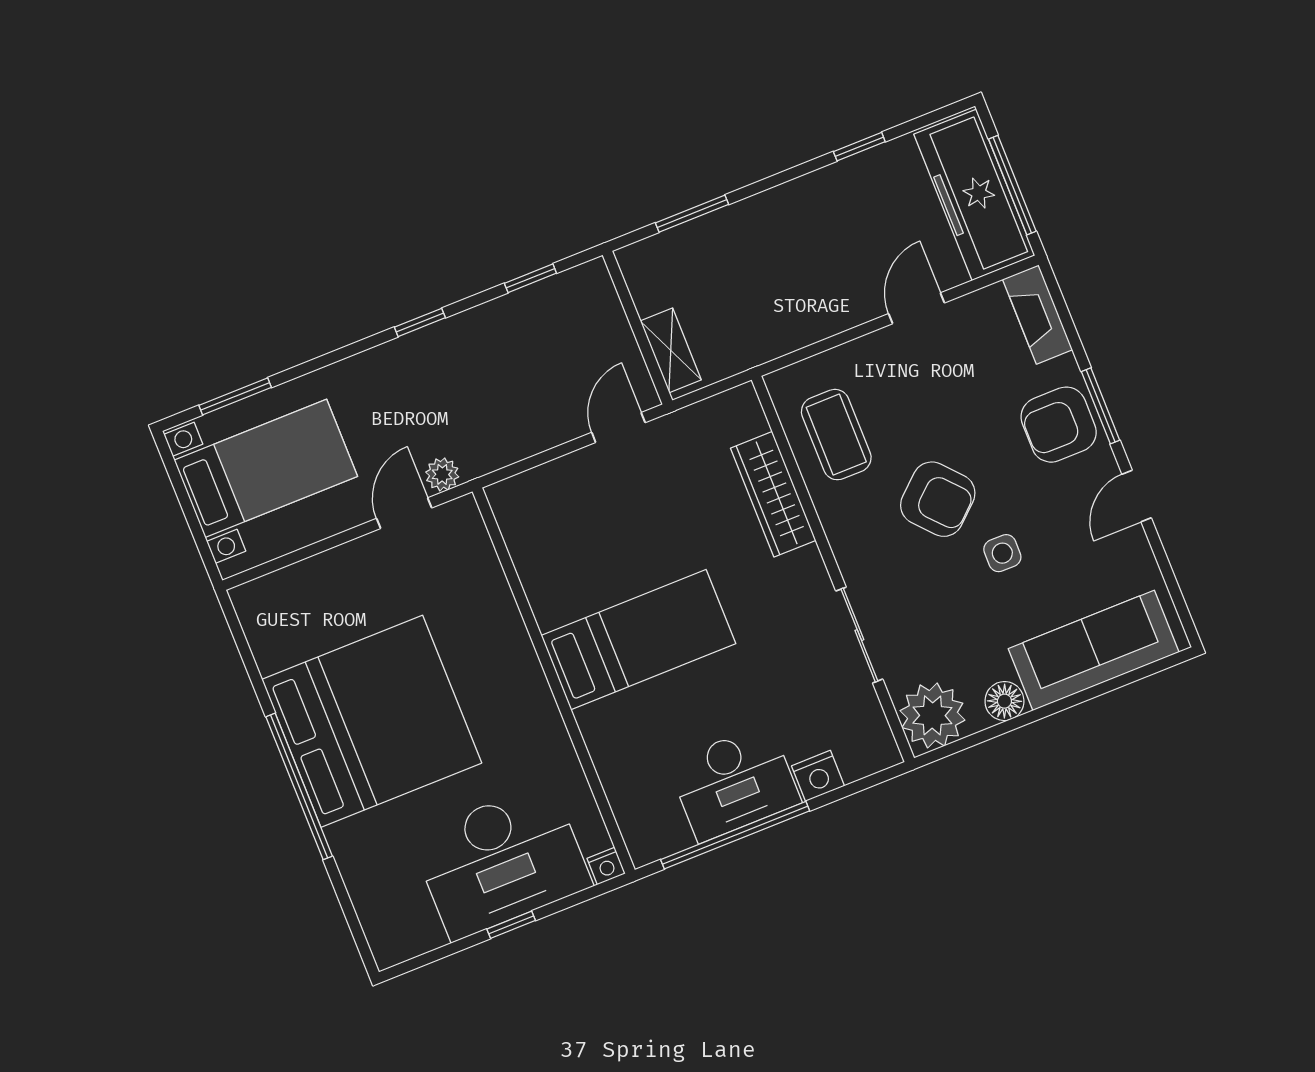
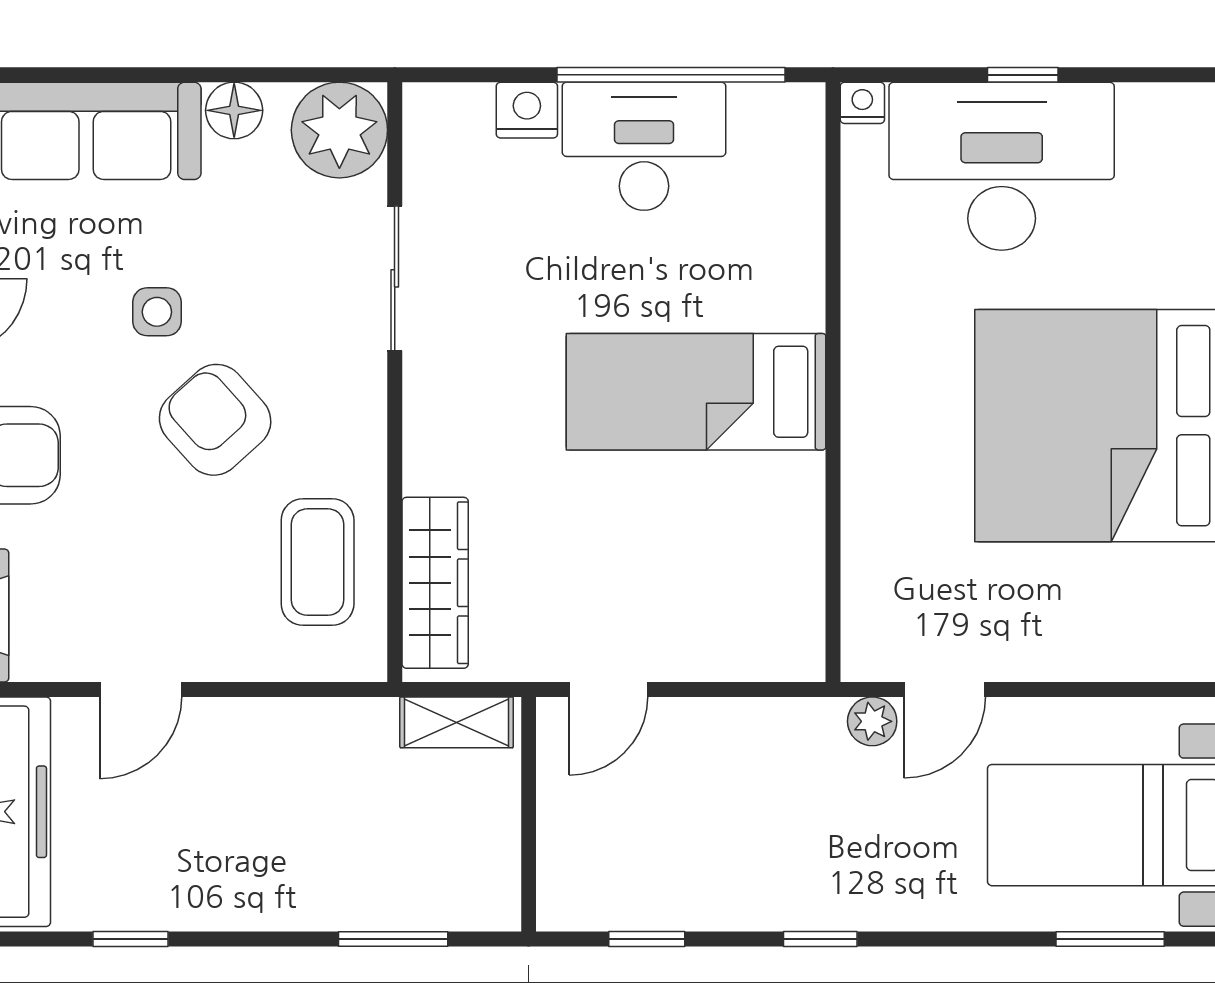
shelving: (671, 350) -> (457, 722), moved, turned 90
wardrobe: (773, 494) -> (435, 583), moved

